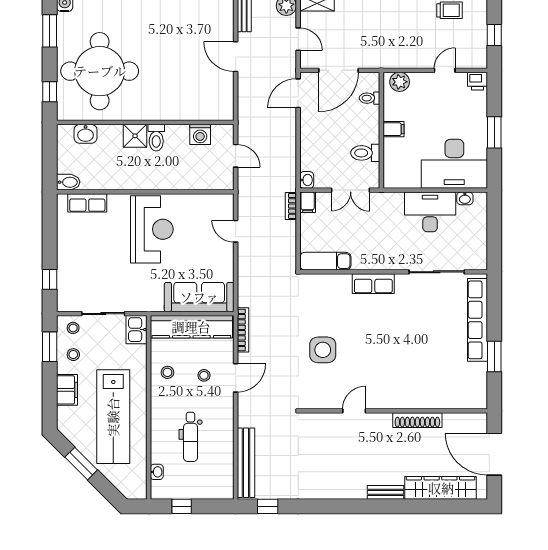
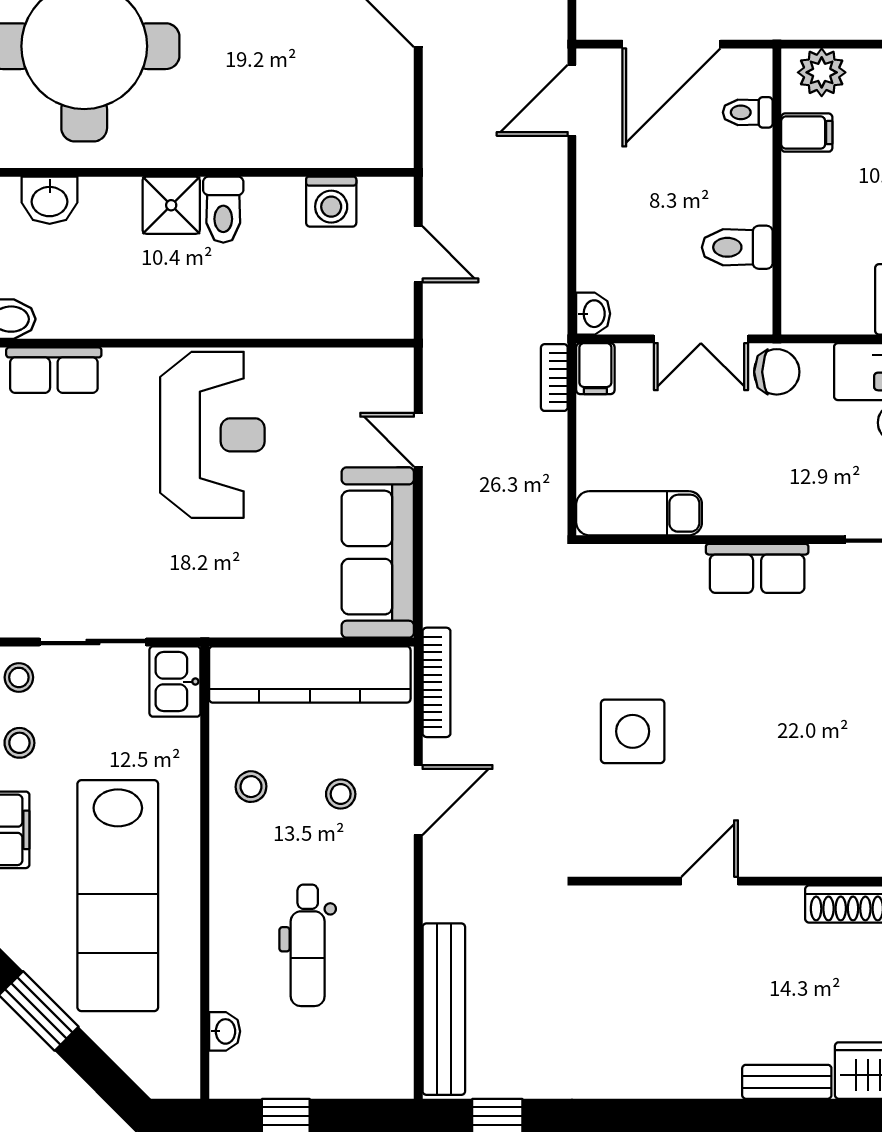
filing cabinet: (394, 129) -> (807, 133), moved
chair: (381, 204) -> (777, 372), added
sofa: (199, 297) -> (378, 553), moved, turned -90

